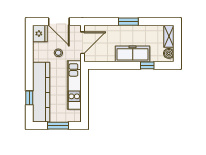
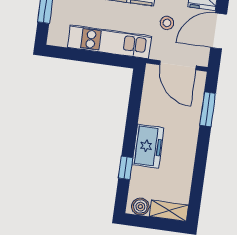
window: (128, 22) -> (208, 109), moved
freezer: (133, 54) -> (148, 146), width x0.71

